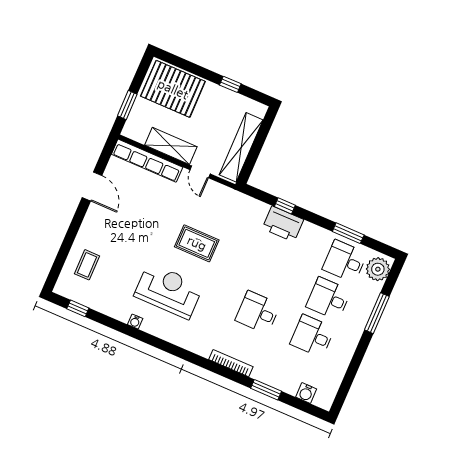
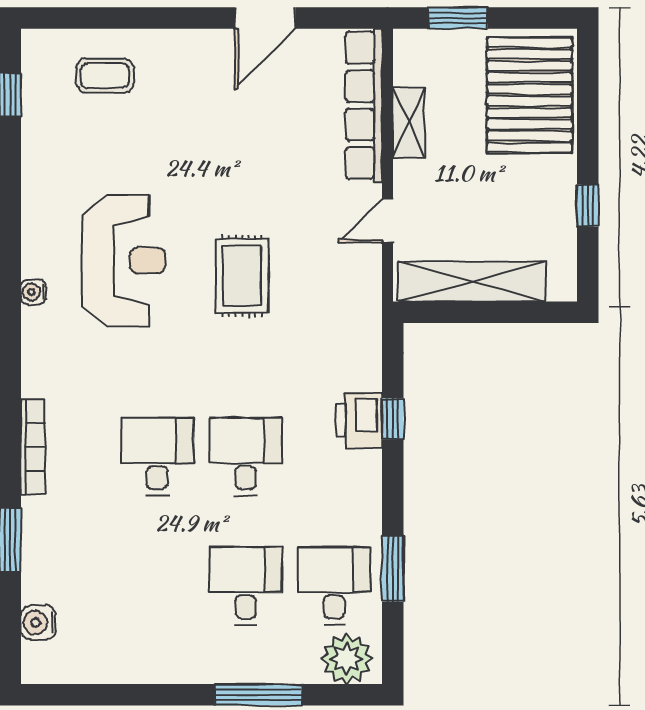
shelving: (171, 146) -> (409, 122), width x0.67, depth x0.75
printer: (283, 224) -> (359, 420), width x0.73, depth x0.84
water cooler: (135, 321) -> (33, 292), moved
desk: (312, 336) -> (246, 457), moved

